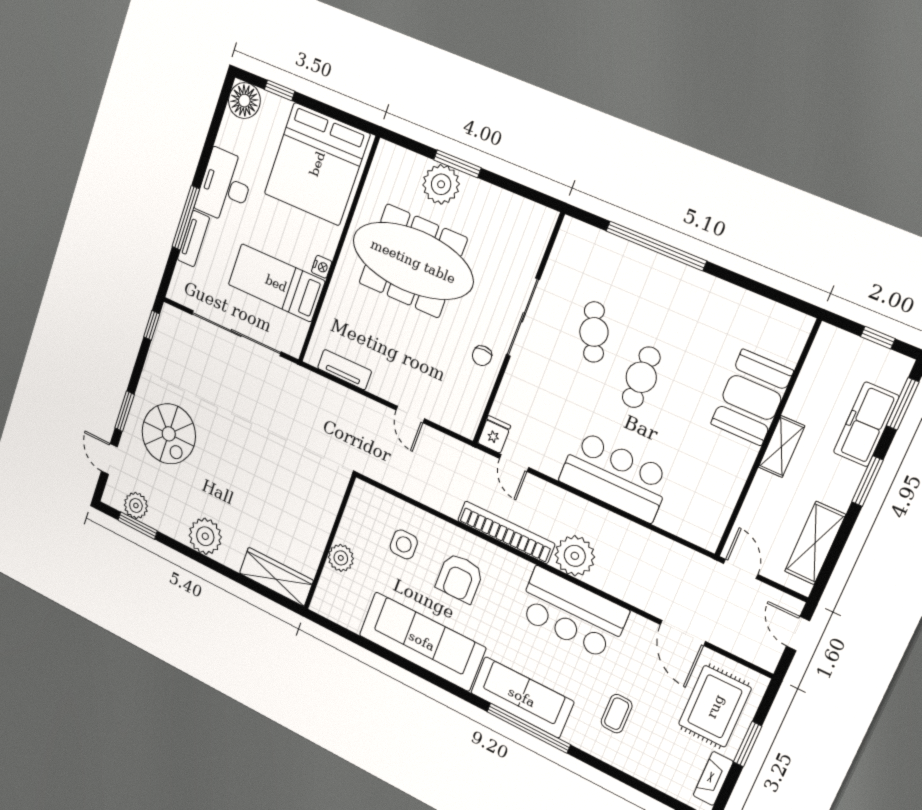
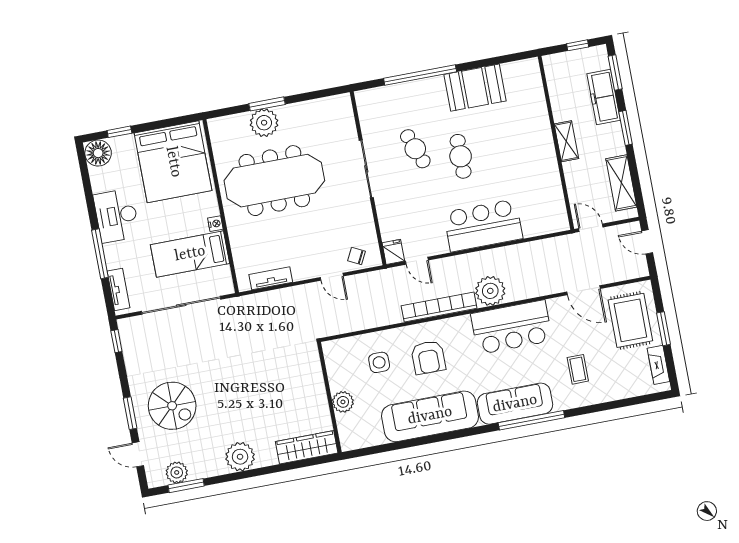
tv unit: (193, 239) -> (118, 289), moved
chair: (482, 356) -> (357, 256), moved, turned 117
booth: (752, 397) -> (475, 88), moved, turned 90

